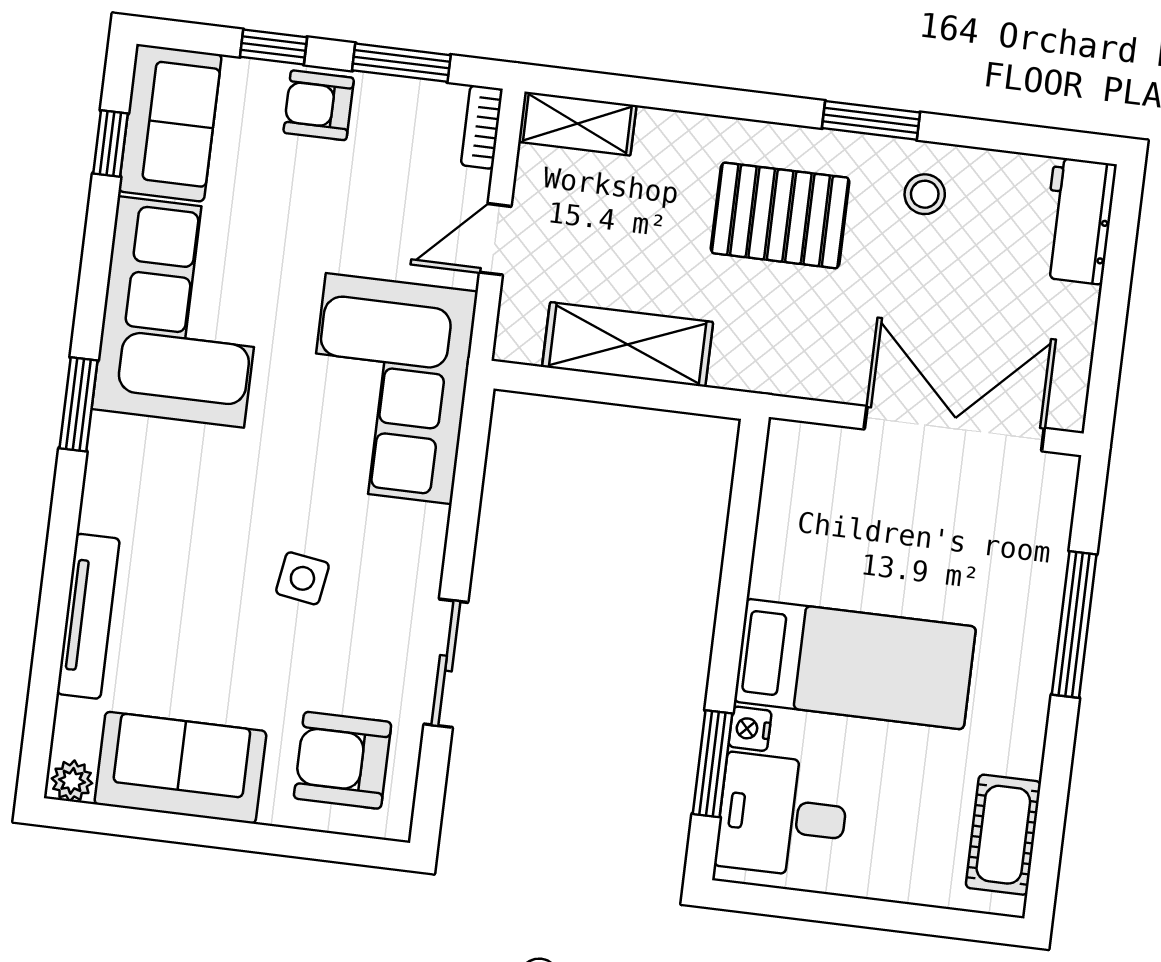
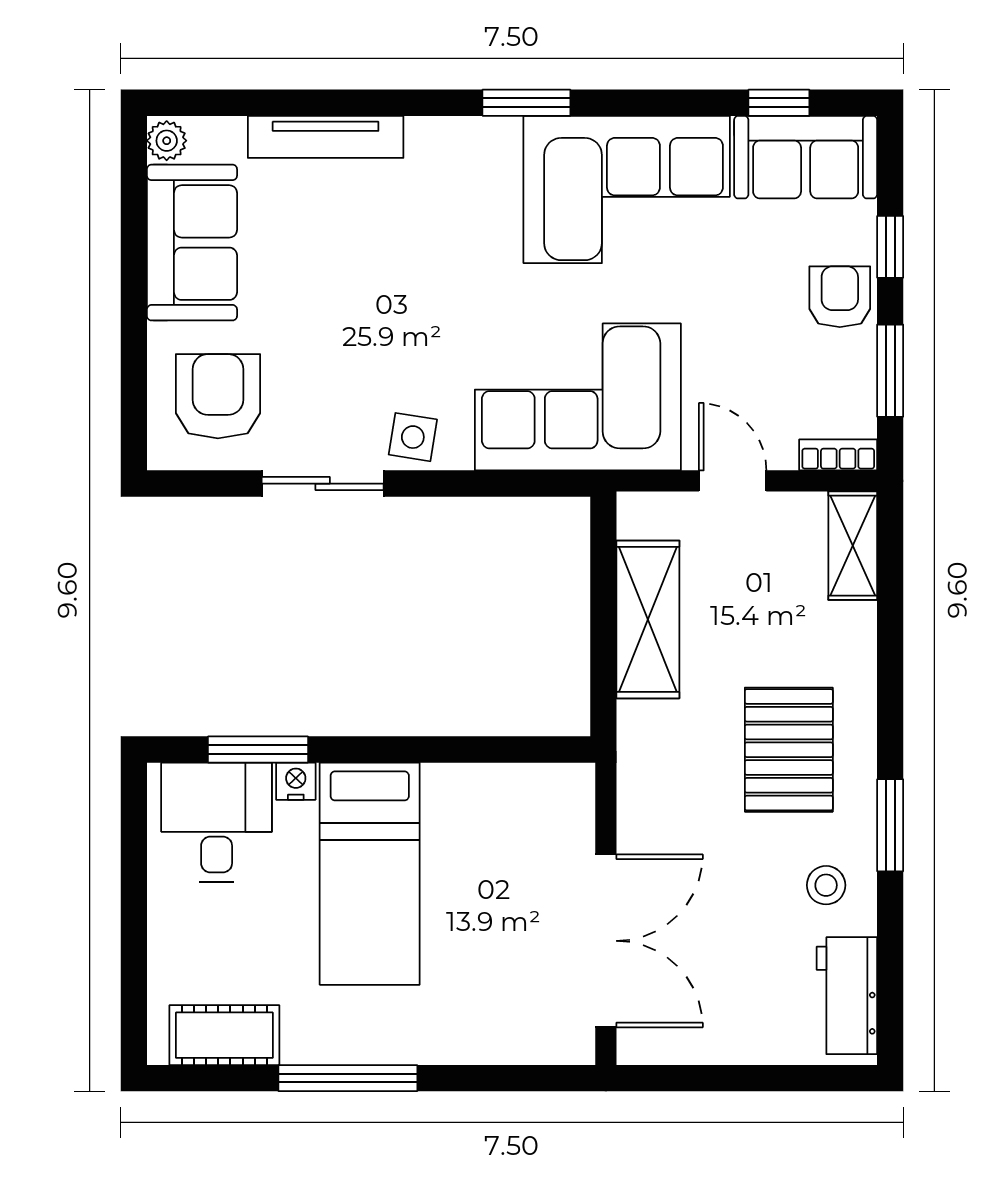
workbench: (1078, 221) -> (847, 996), moved, turned -90
side table: (302, 578) -> (413, 437), moved
window: (1074, 625) -> (348, 1078), moved

